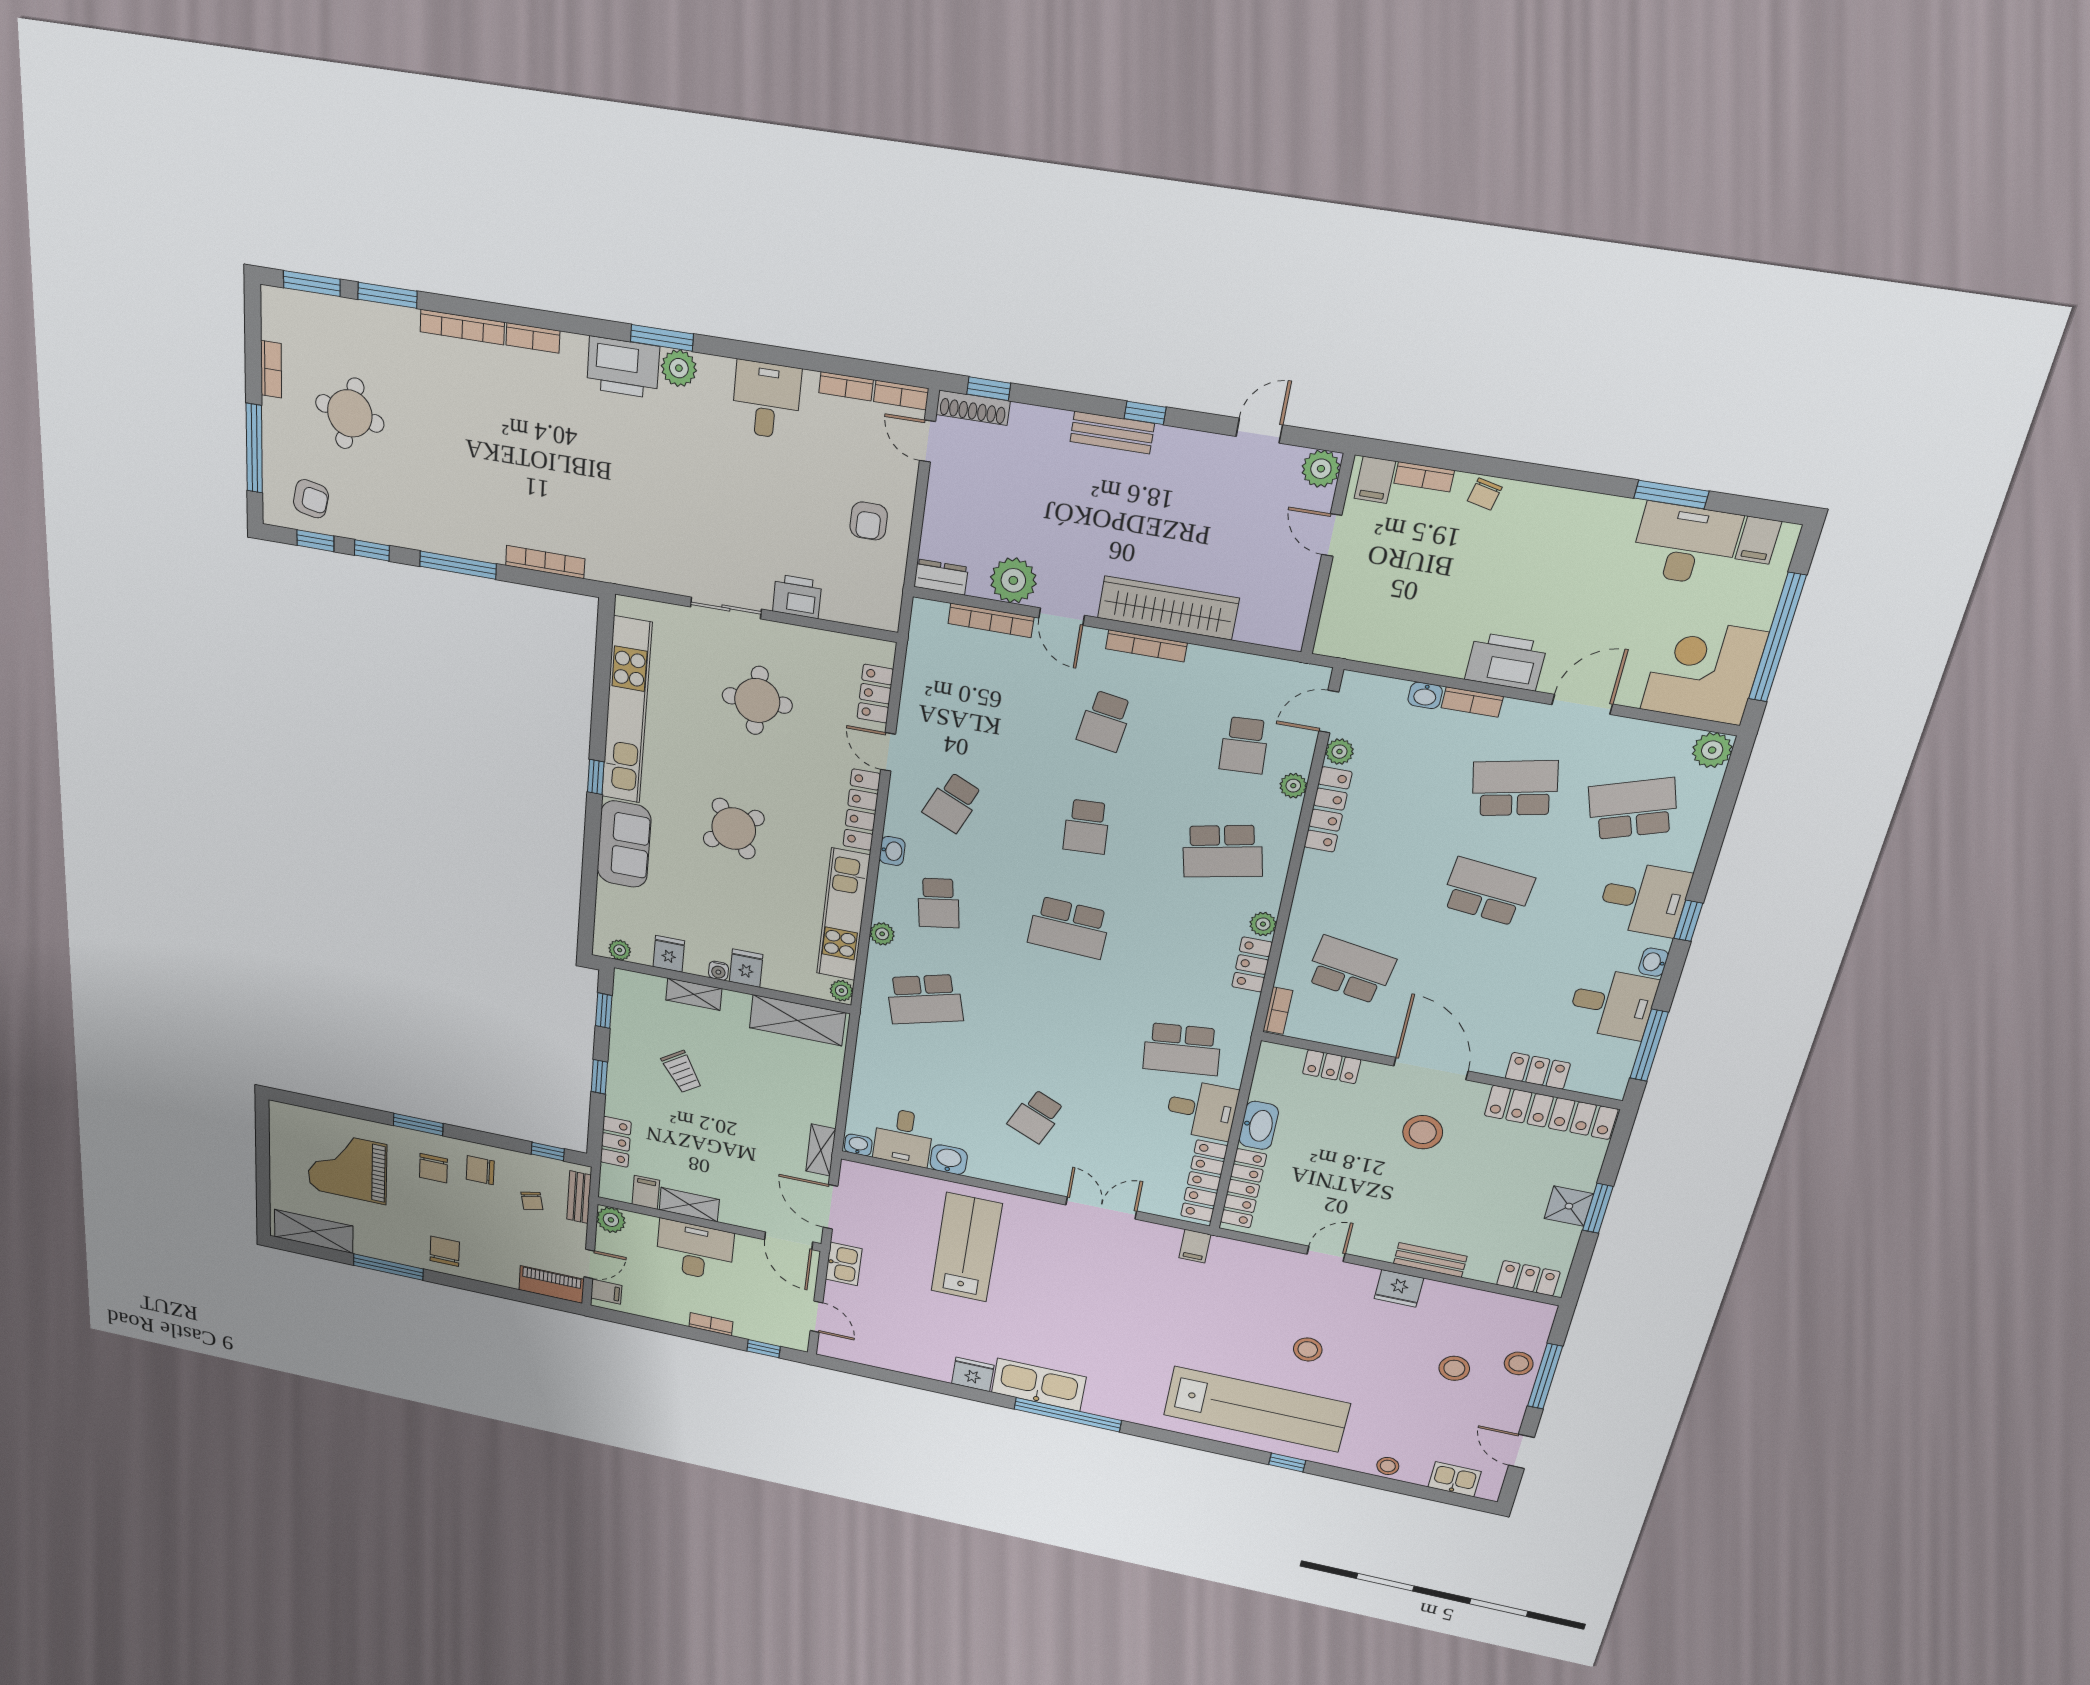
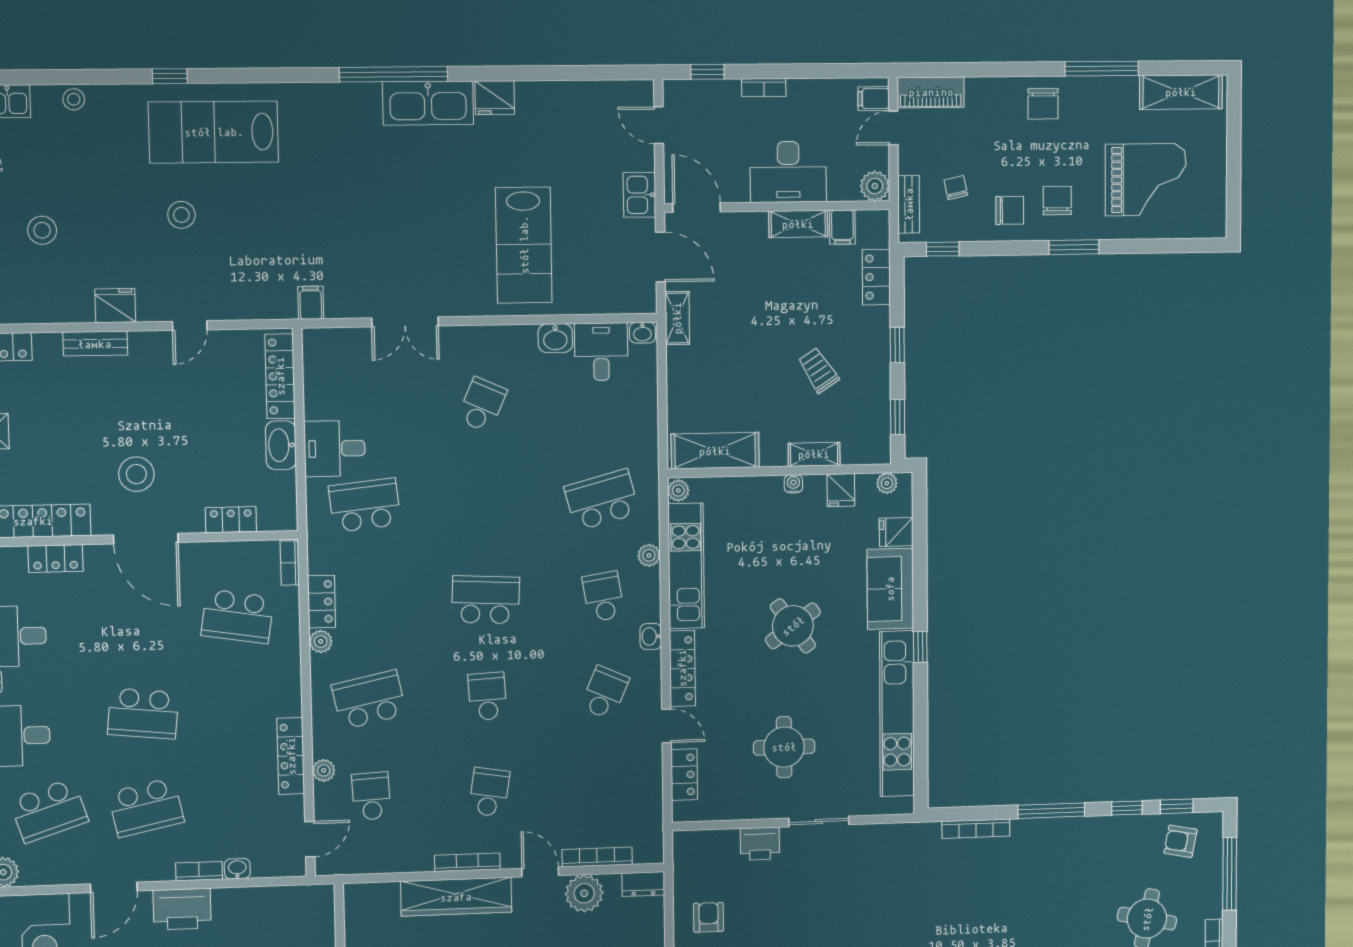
plant: (1339, 752) -> (293, 808), removed
fridge: (746, 968) -> (896, 532), moved, turned 90
locker: (1204, 1181) -> (317, 375), removed
lab bench: (1256, 1409) -> (214, 132), width x0.73

